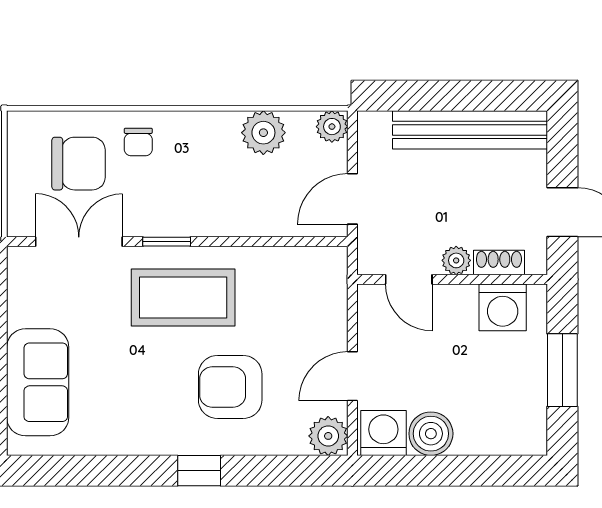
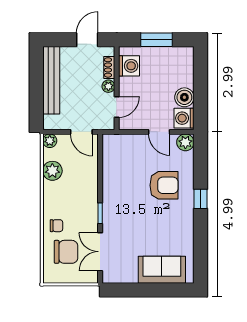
chair: (79, 164) -> (66, 252), turned 90
coffee table: (183, 297) -> (125, 206), removed
armchair: (230, 387) -> (164, 185), turned -90

